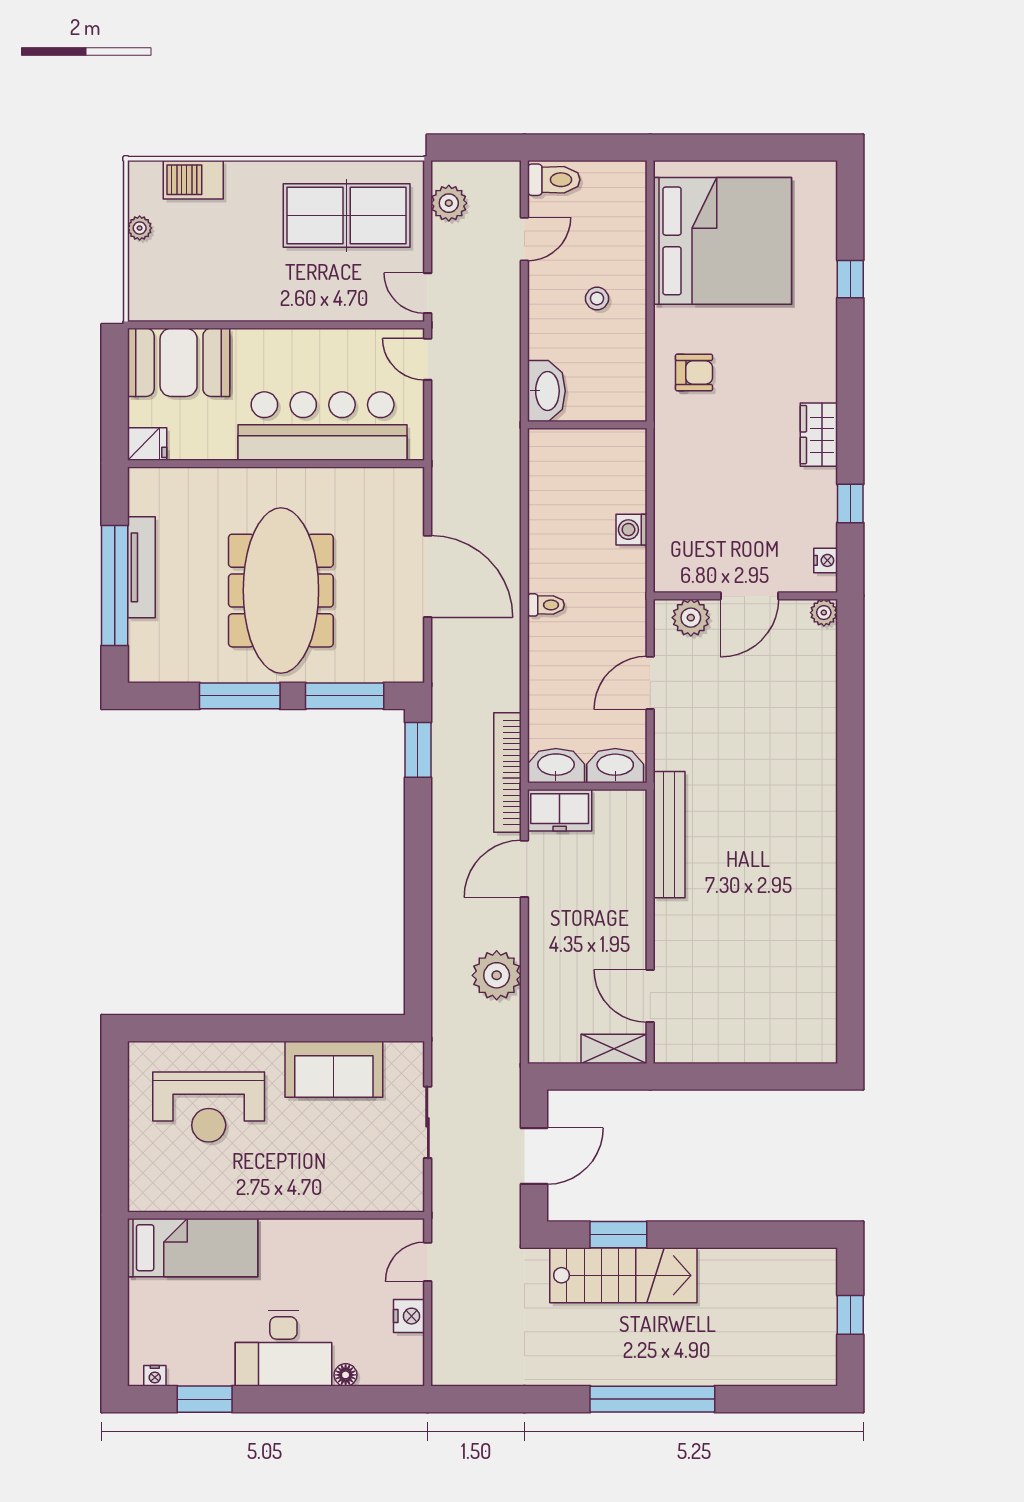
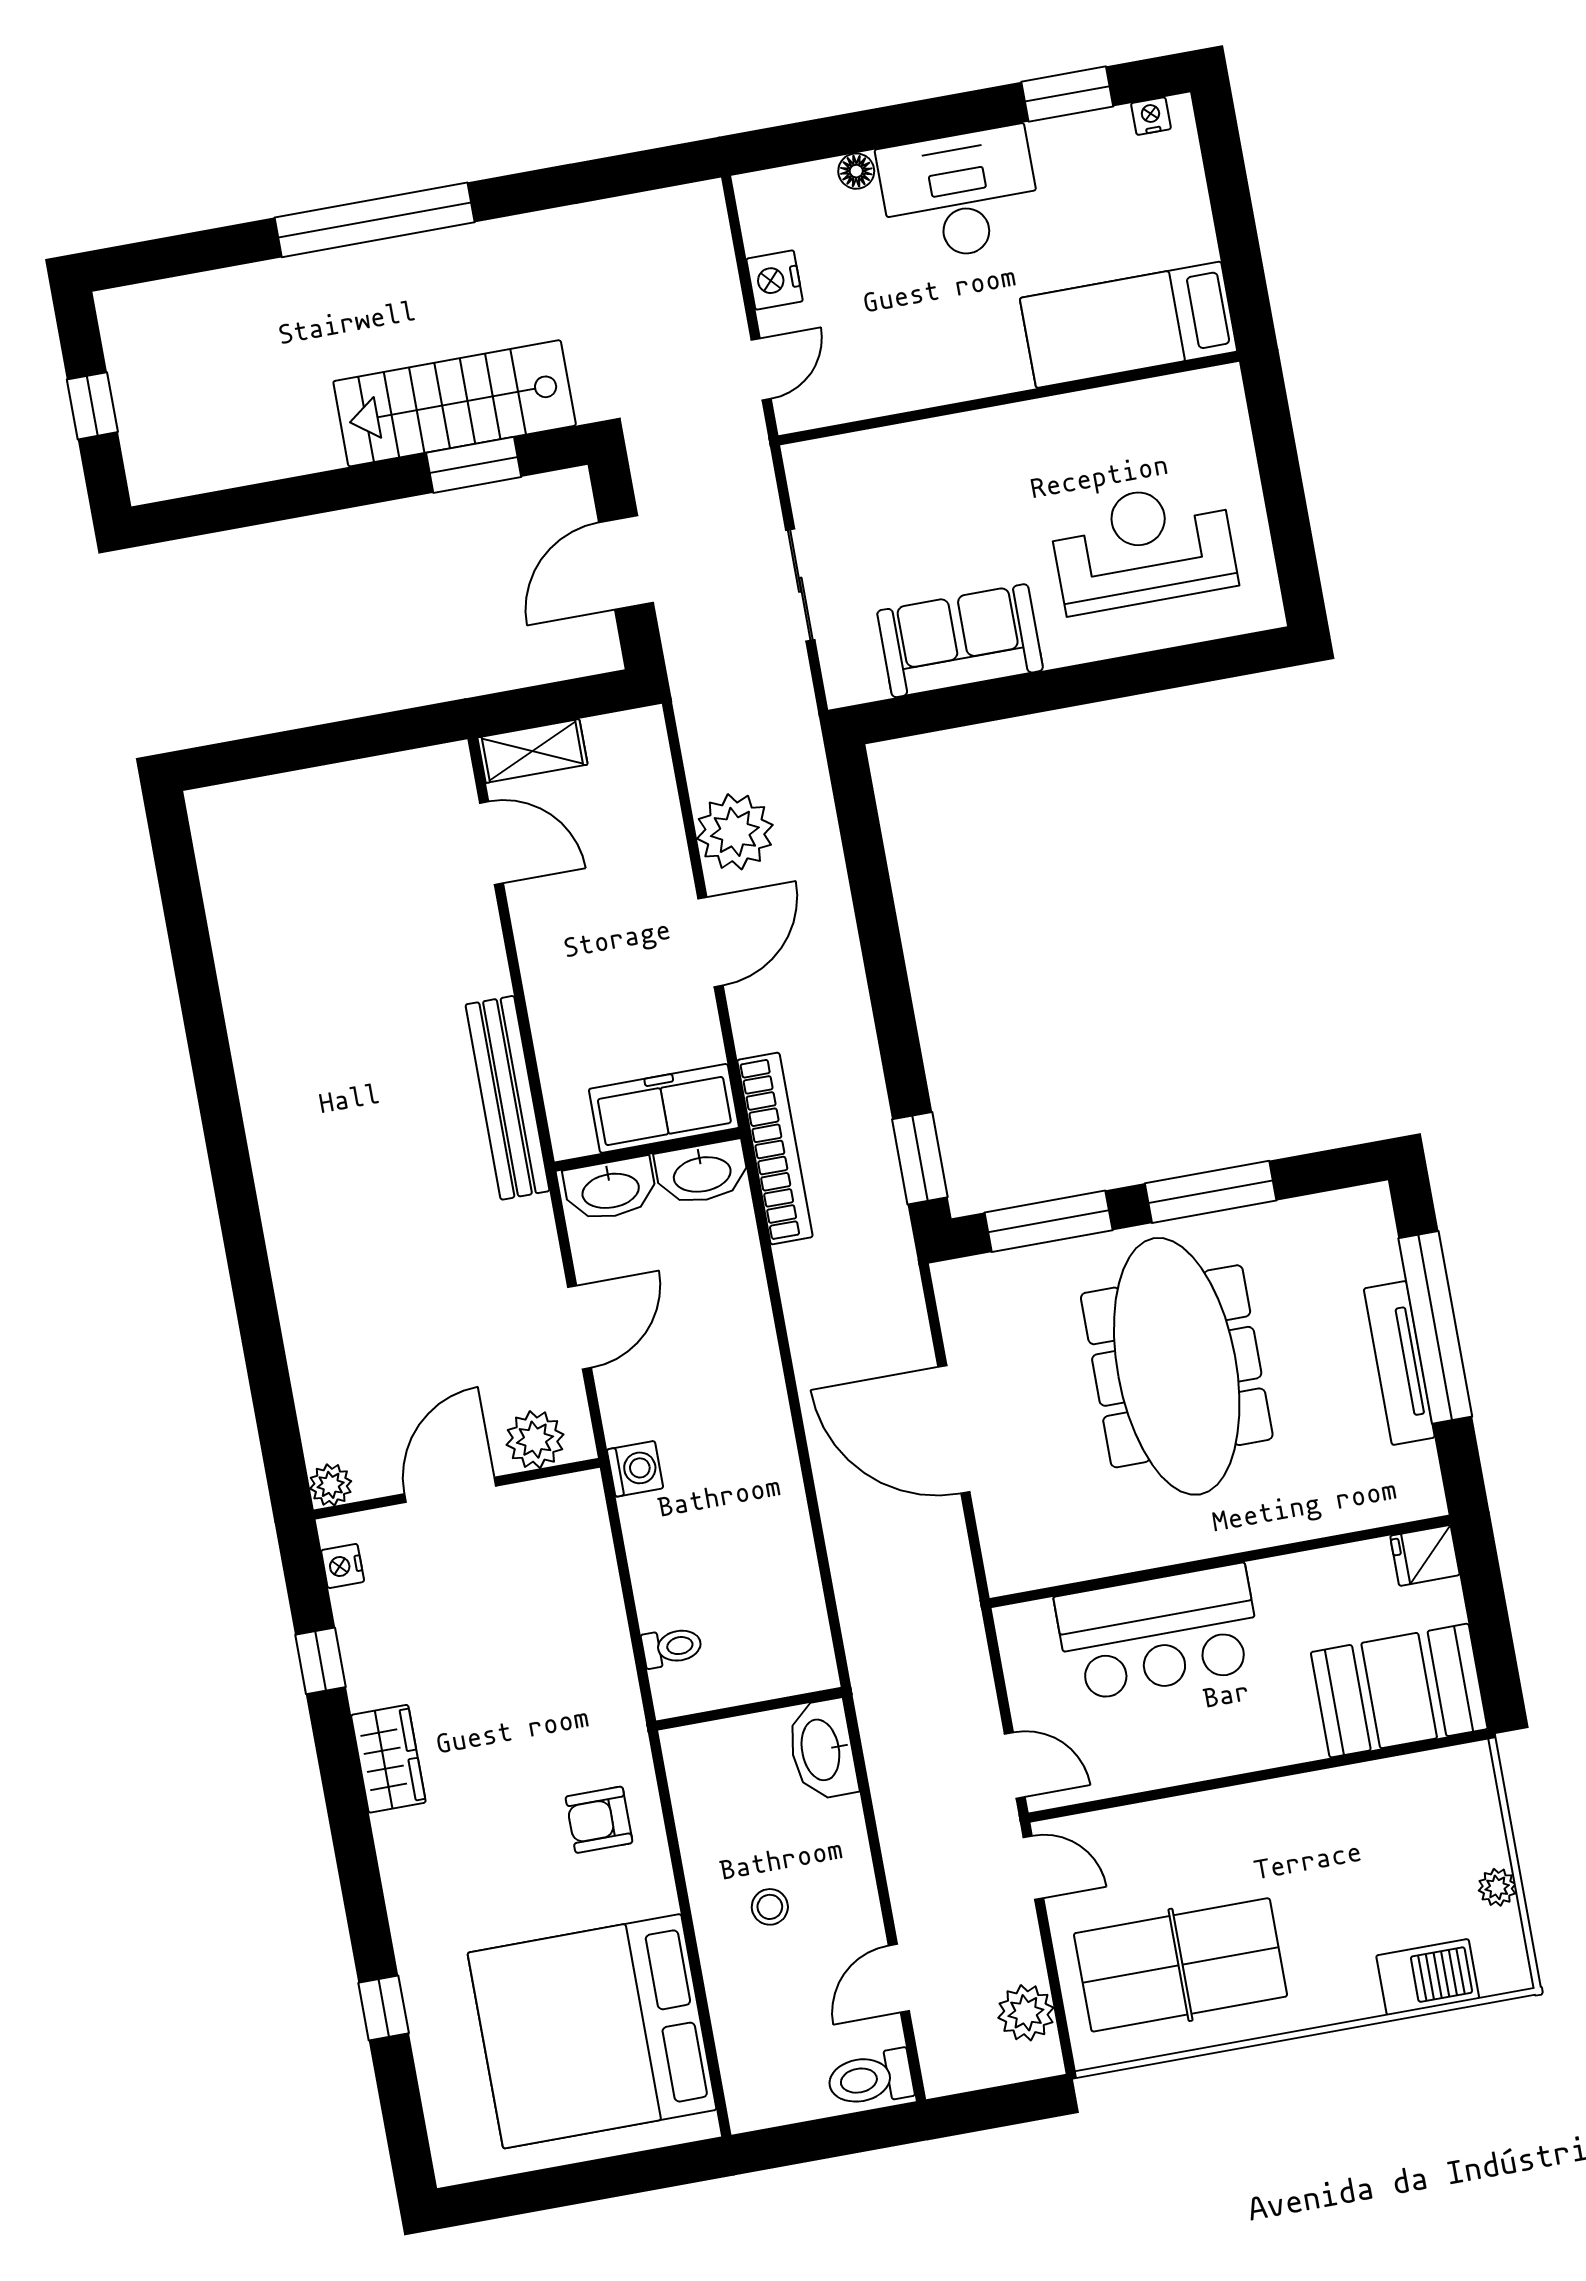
bar counter: (323, 426) -> (1158, 1633), width x0.73
washing machine: (632, 530) -> (635, 1469), moved
toilet: (546, 605) -> (672, 1647), moved, turned 180
freezer: (560, 810) -> (664, 1108), width x1.40
door: (524, 869) -> (711, 942), moved

